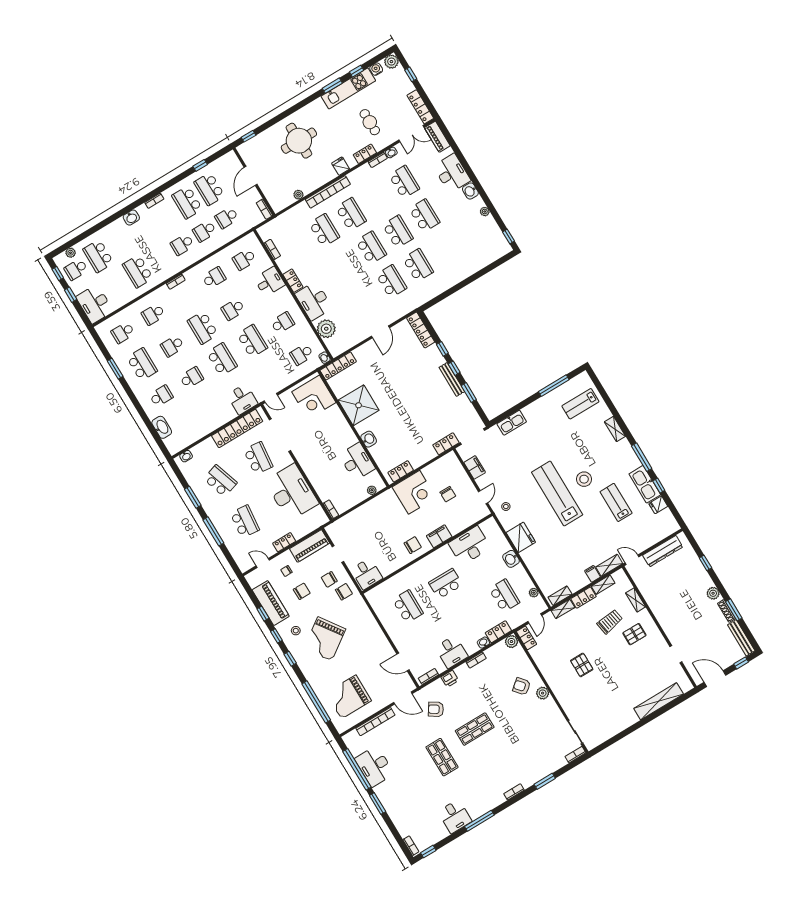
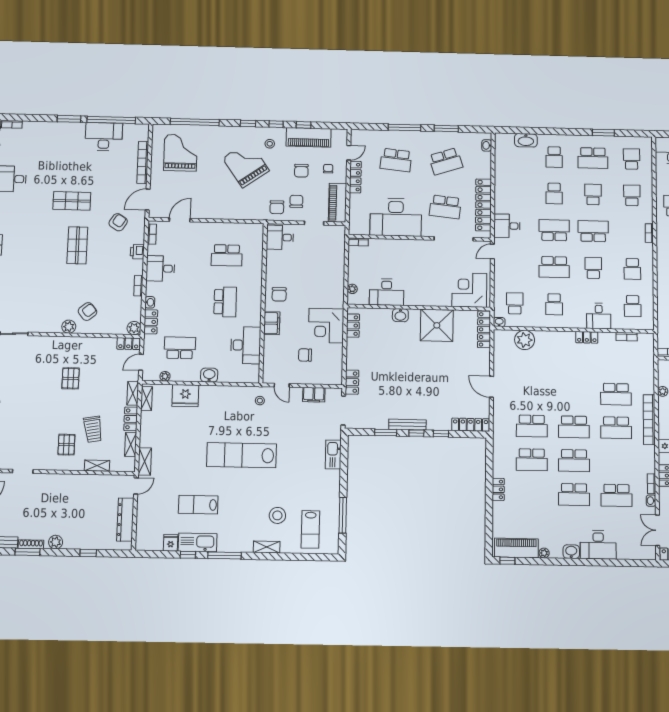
piano: (437, 137) -> (516, 548), moved, width x1.37, depth x1.33
school desk: (244, 259) -> (633, 306), turned 180
locker: (458, 277) -> (498, 489), added
desk: (314, 301) -> (557, 345), removed
school desk: (222, 359) -> (554, 230), turned 180
lab bench: (580, 404) -> (310, 529), turned 180
stool: (584, 479) -> (277, 515), moved
lab bench: (557, 494) -> (242, 455), turned 180
lab bench: (616, 502) -> (198, 505), turned 180
fridge: (521, 537) -> (185, 396), moved
locker: (284, 542) -> (355, 177), width x1.53
filing cabinet: (593, 574) -> (147, 441), removed
school desk: (504, 596) -> (180, 348), turned 180
door: (535, 618) -> (141, 362), hinge flipped
pallet: (582, 665) -> (71, 378), turned 90

